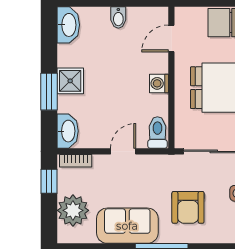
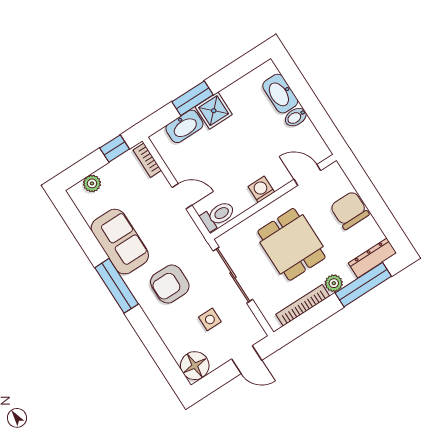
washbasin: (68, 25) -> (280, 94), moved, turned 90
washbasin: (68, 131) -> (184, 126), moved
plant: (73, 210) -> (92, 183), width x0.53, depth x0.53

